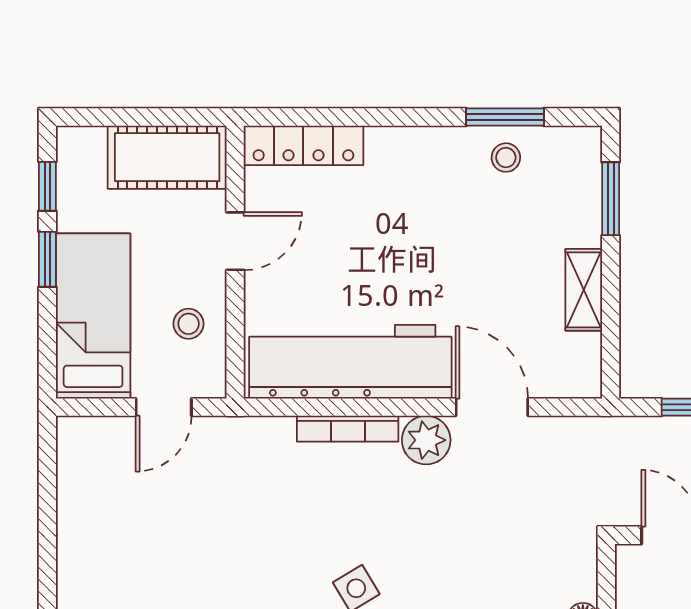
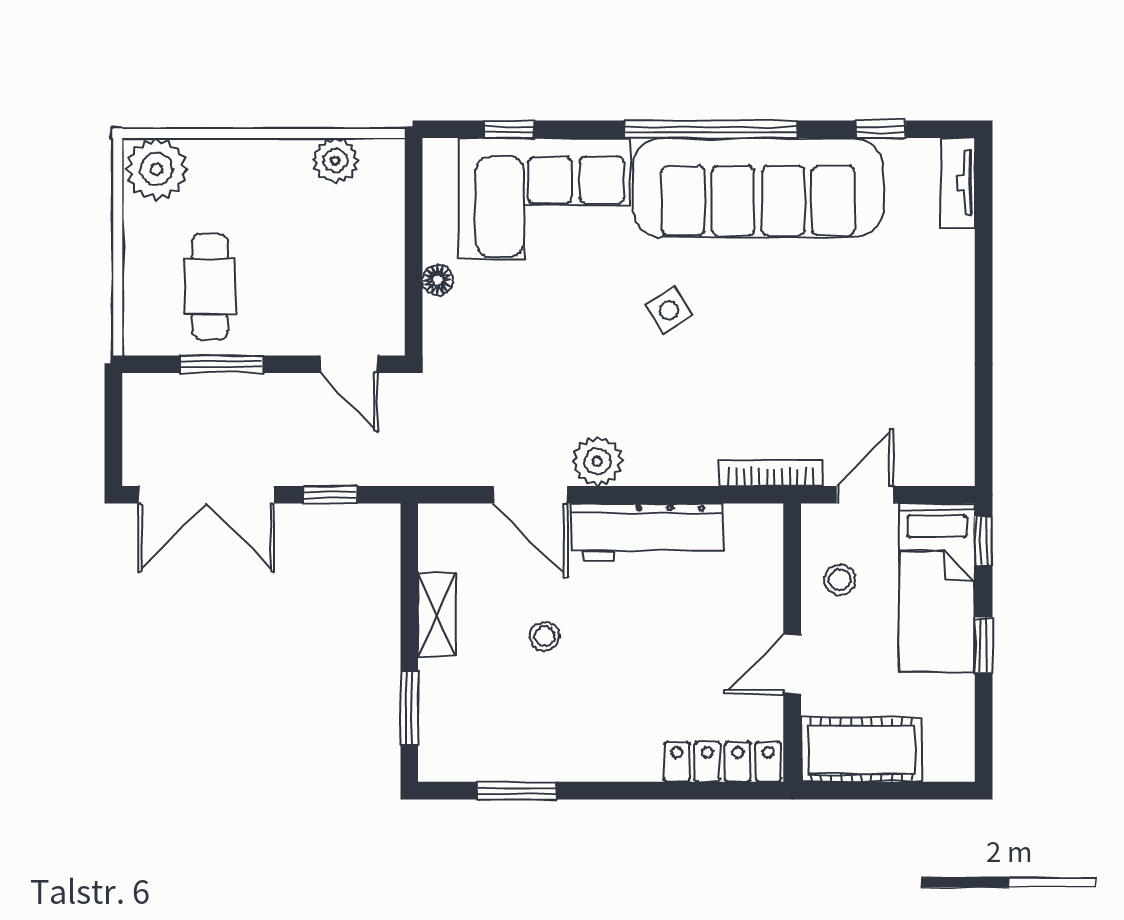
stool: (506, 158) -> (544, 636), moved
window: (47, 186) -> (984, 541), moved
workbench: (350, 362) -> (647, 532), width x0.73, depth x0.76
bookcase: (348, 429) -> (771, 473), moved

